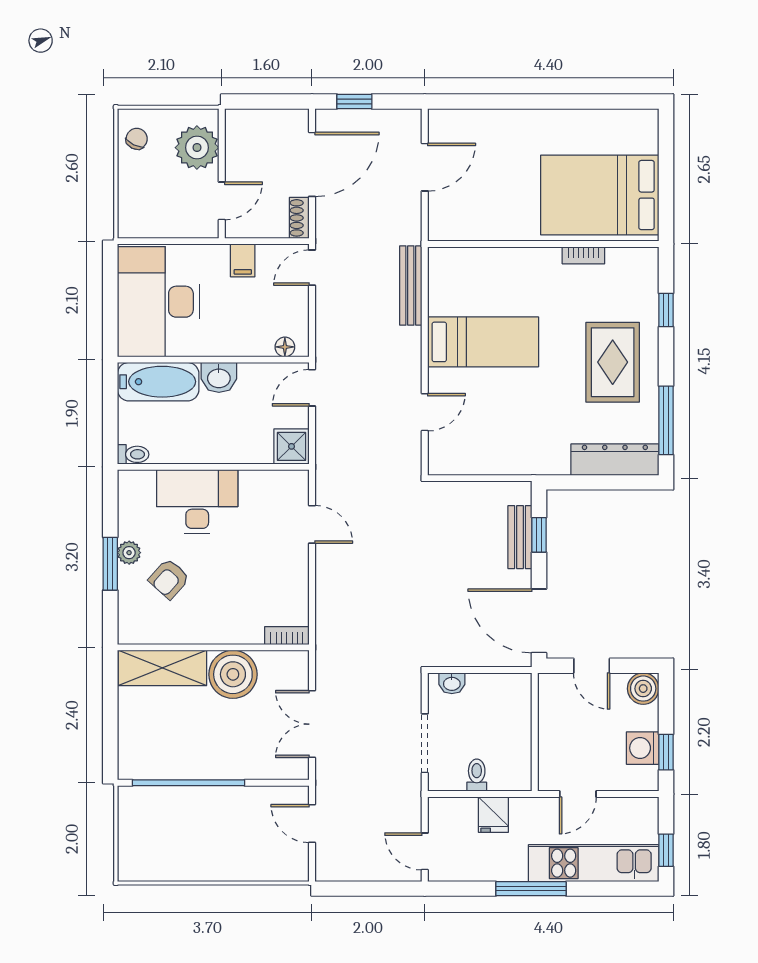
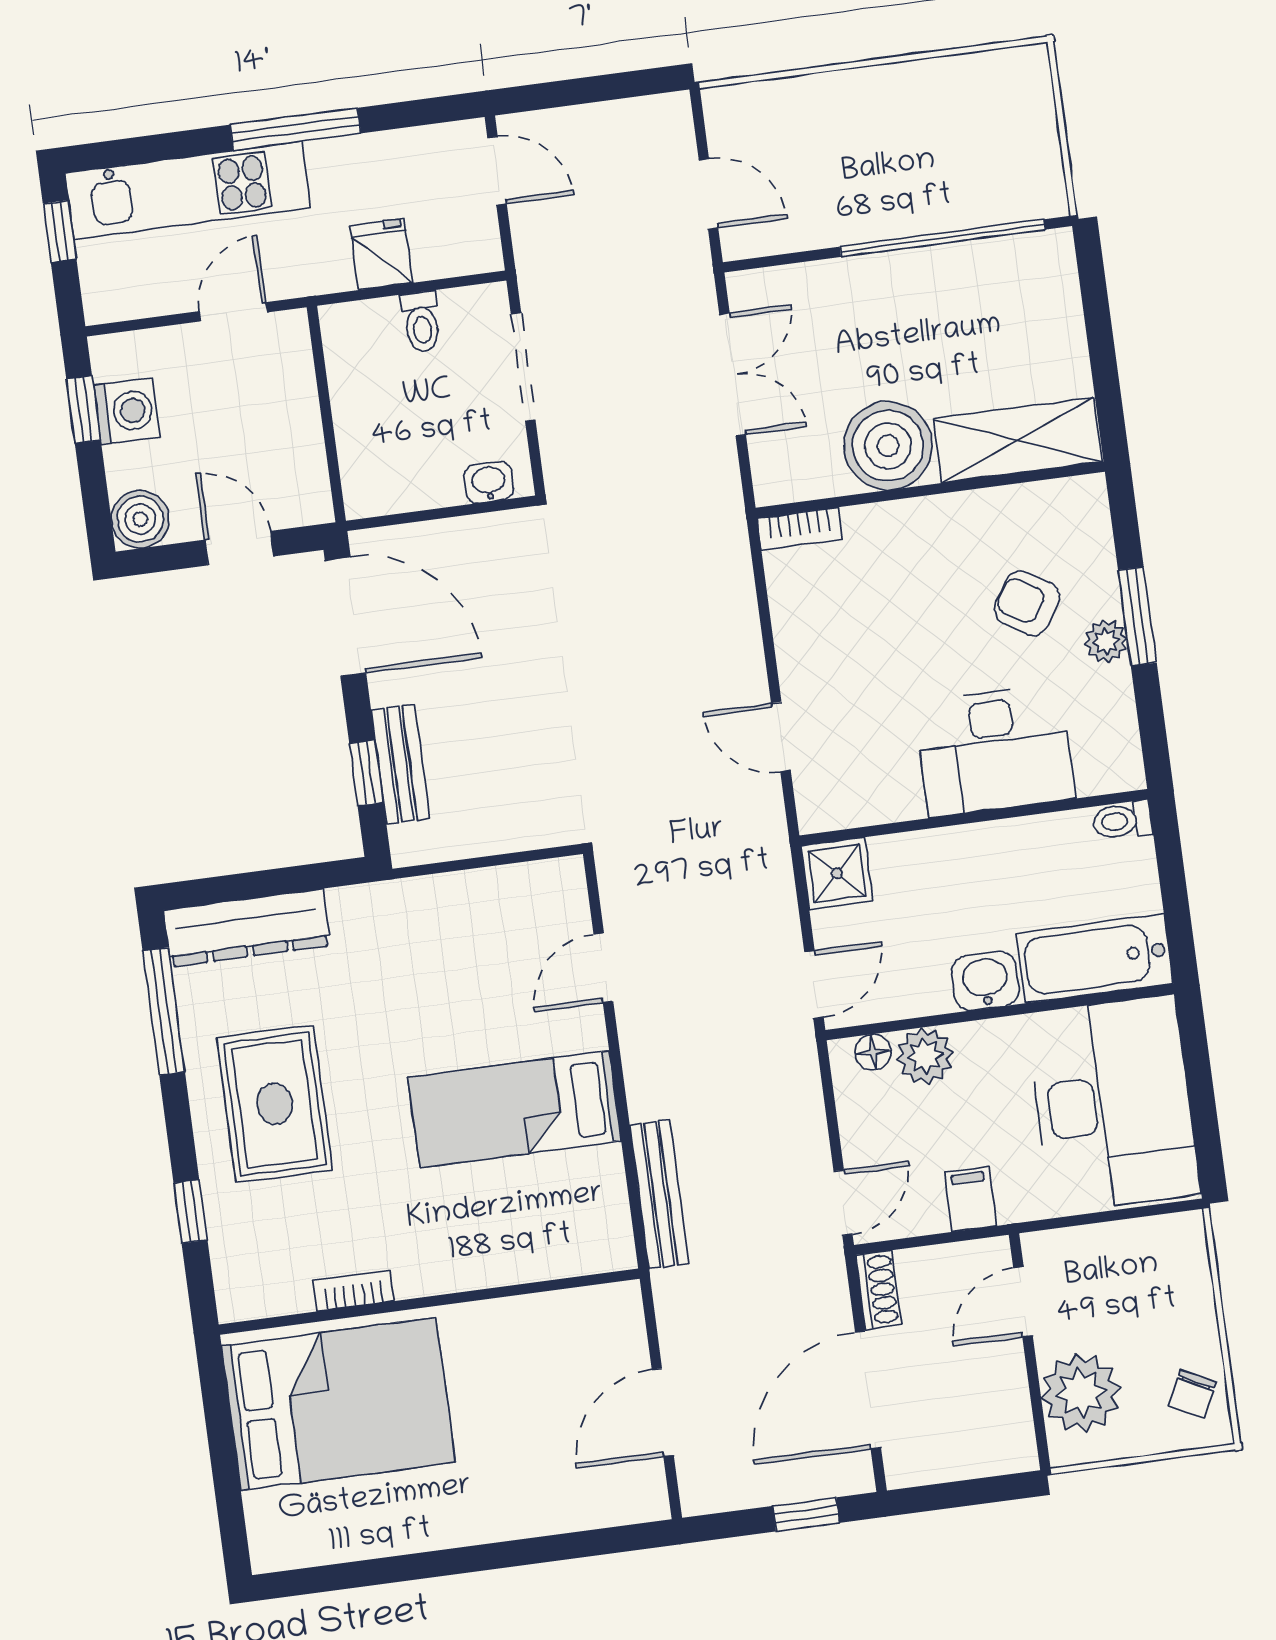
plant: (257, 341) -> (925, 1056), added
armchair: (169, 579) -> (1027, 603), turned -100

